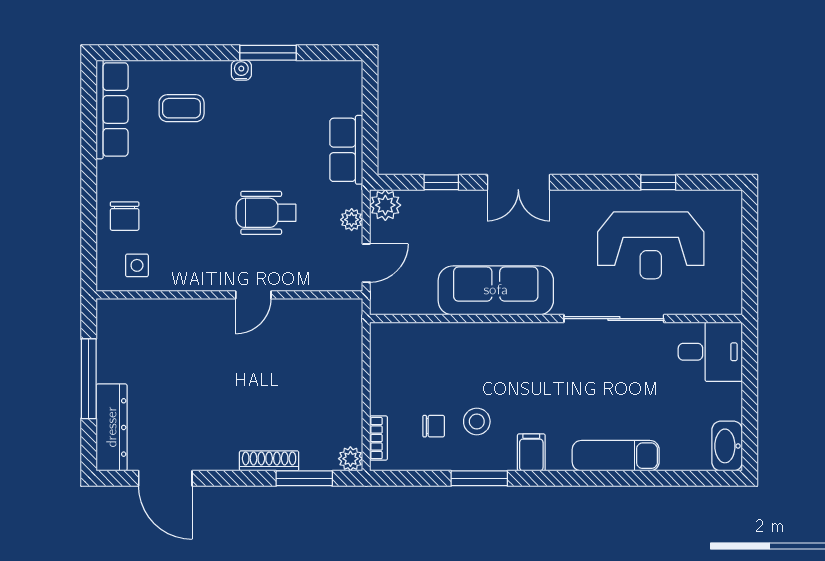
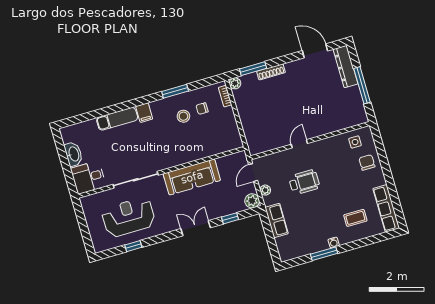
washbasin: (727, 446) -> (73, 154), moved
filing cabinet: (531, 452) -> (144, 113), moved

